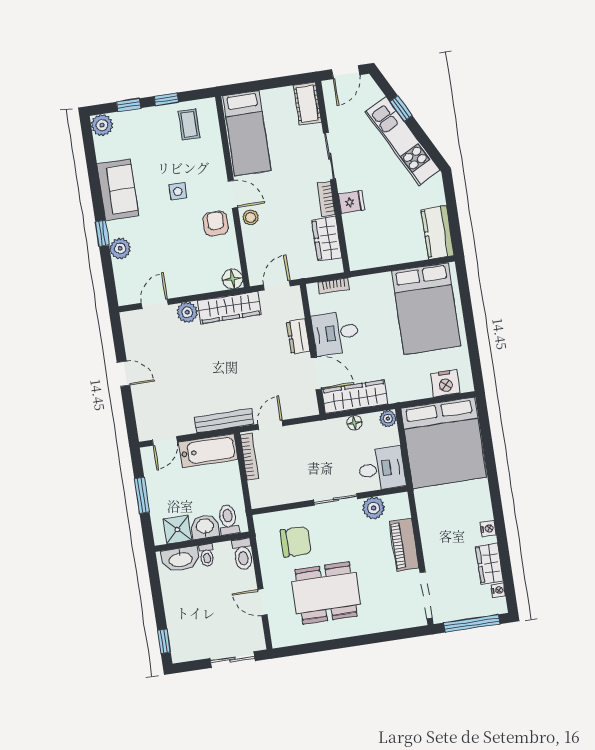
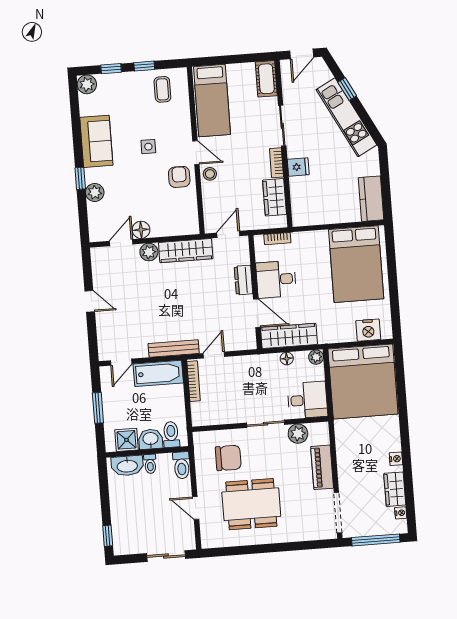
floor lamp: (233, 279) -> (141, 230), moved

